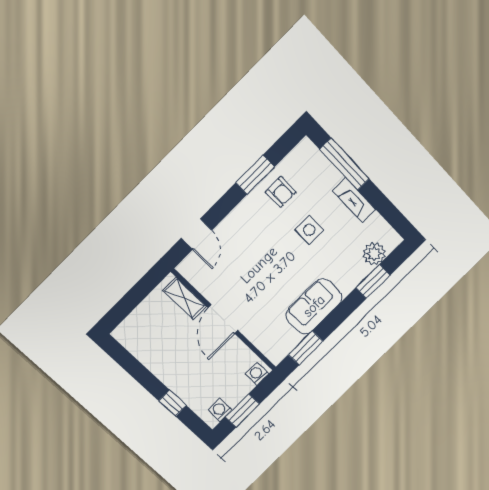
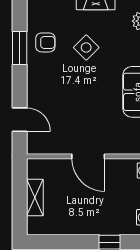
side table: (309, 230) -> (86, 47), turned 45
shelving: (185, 298) -> (35, 198), moved, turned 90

